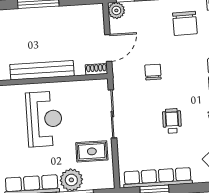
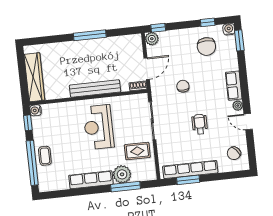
reception desk: (44, 119) -> (99, 127), turned 180

